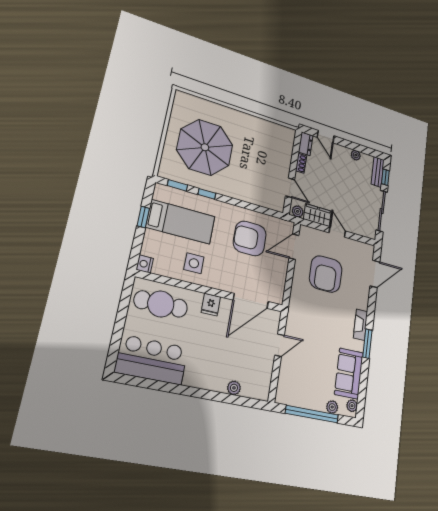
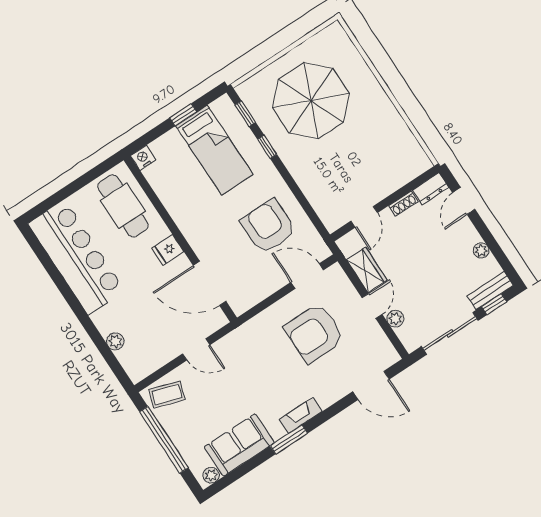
plant: (298, 211) -> (395, 319), moved
side table: (194, 263) -> (189, 199), removed
bar counter: (152, 360) -> (76, 257), width x1.36
coffee table: (289, 387) -> (167, 395), added
plant: (332, 407) -> (190, 455), removed

